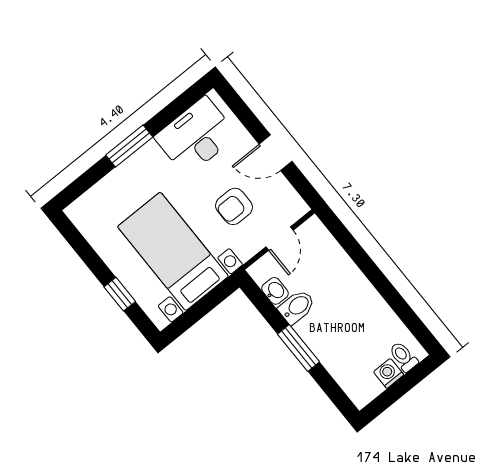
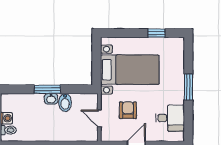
desk: (196, 136) -> (170, 118), width x0.73
washbasin: (275, 291) -> (51, 99), moved
window: (120, 294) -> (156, 33), moved

